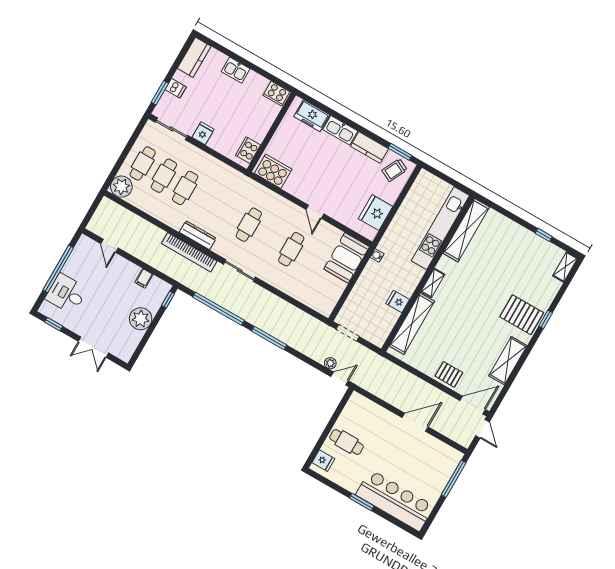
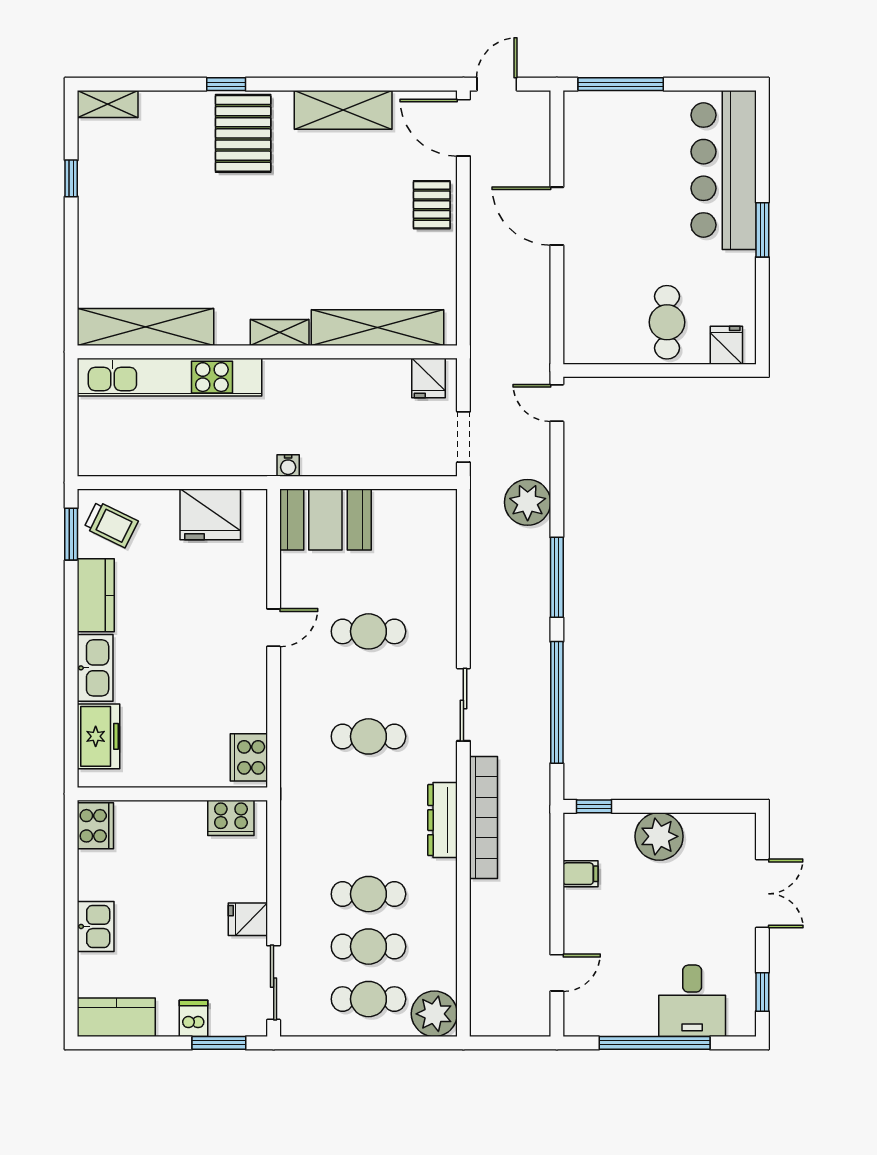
cooker: (273, 171) -> (249, 757), width x0.73, depth x0.76
fridge: (398, 301) -> (428, 378), moved
plant: (330, 363) -> (528, 502), moved, width x1.88, depth x1.88

